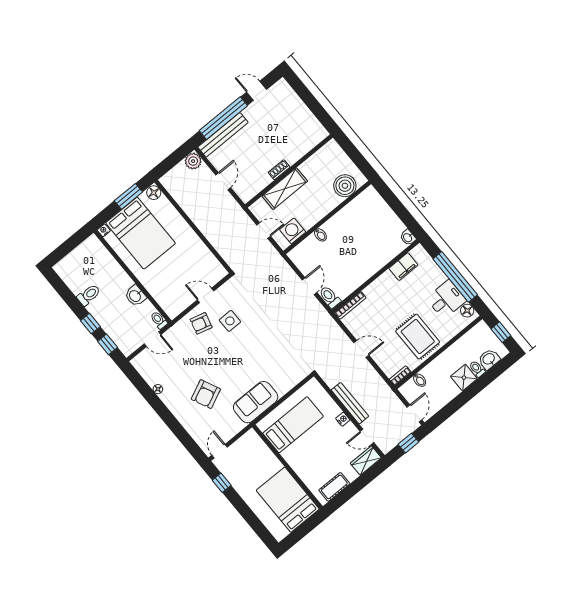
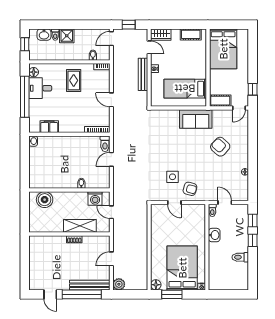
rug: (418, 337) -> (74, 80), width x0.73, depth x0.70
armchair: (206, 394) -> (220, 147), turned -113
cot: (246, 443) -> (220, 101), added

